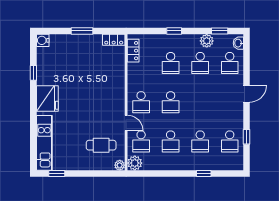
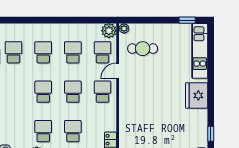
school desk: (230, 63) -> (43, 92), moved
window: (33, 73) -> (211, 134), moved
door: (126, 123) -> (118, 71), hinge flipped
window: (204, 174) -> (40, 20), removed

